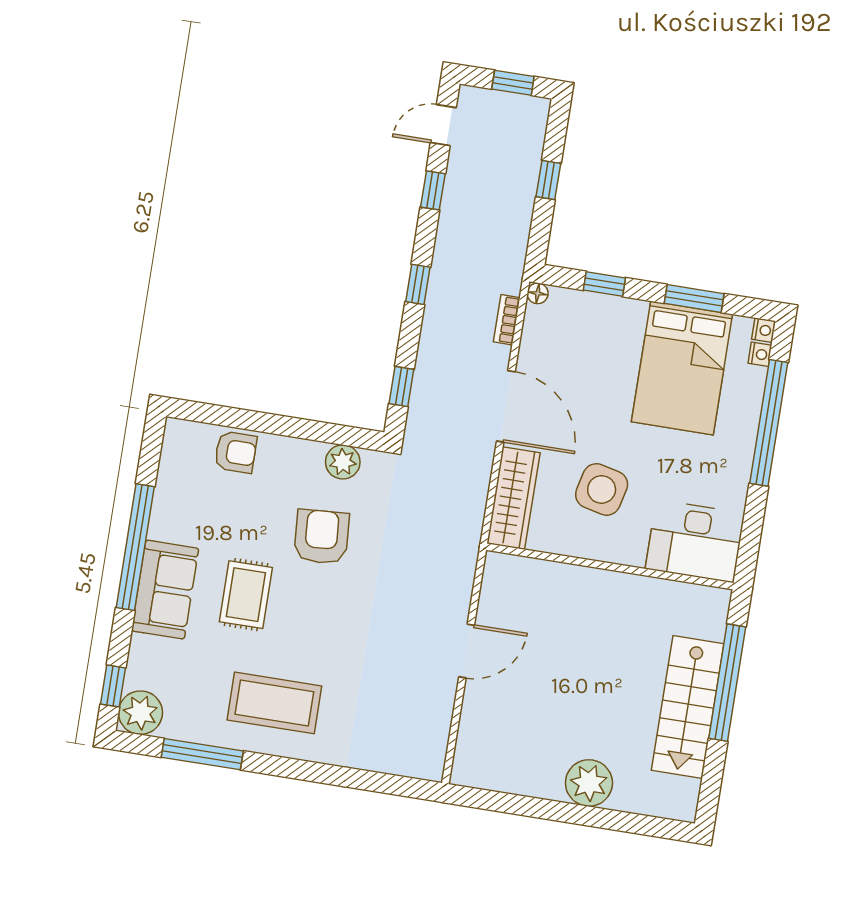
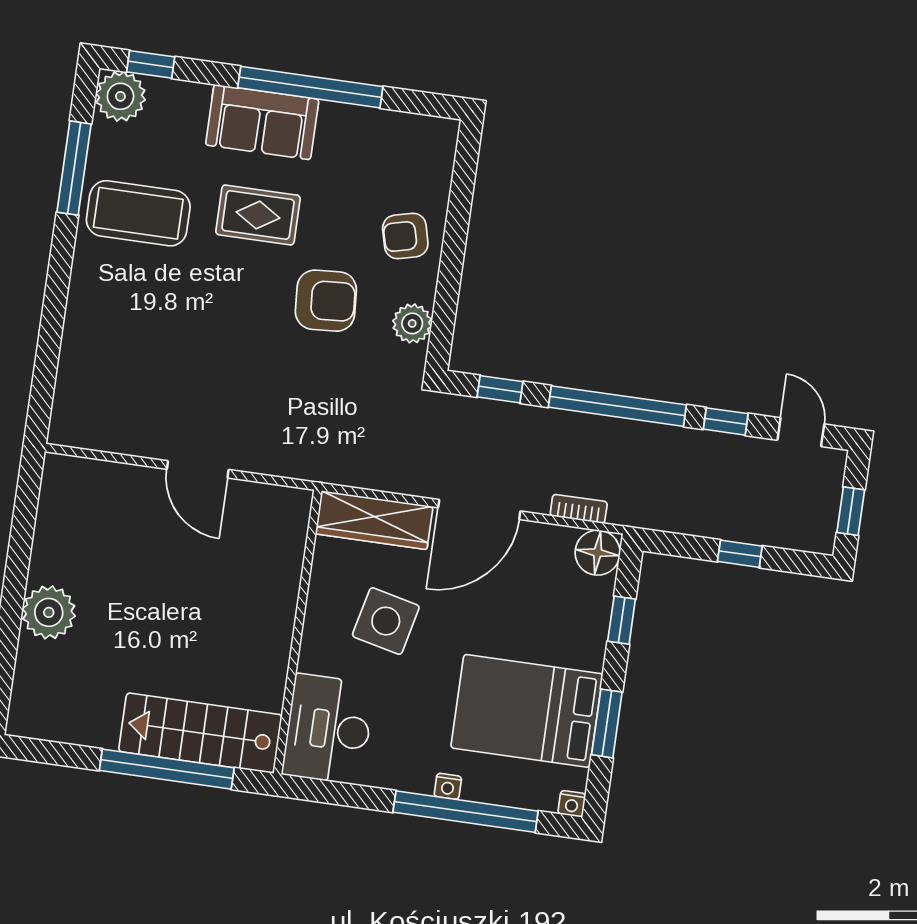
window: (418, 284) -> (617, 406), width x3.17
floor lamp: (538, 293) -> (598, 553), width x1.89, depth x1.89
nightstand: (760, 354) -> (448, 786), moved
armchair: (236, 452) -> (405, 236), moved, turned 76
coffee table: (274, 703) -> (138, 213), moved, turned 90
stairs: (688, 707) -> (200, 733), moved

